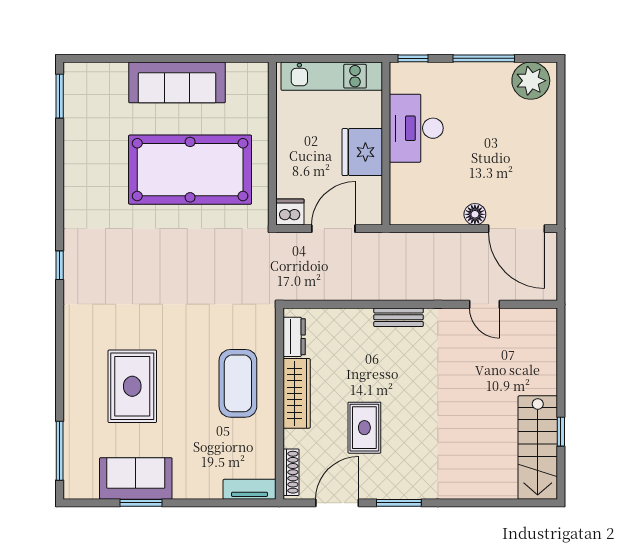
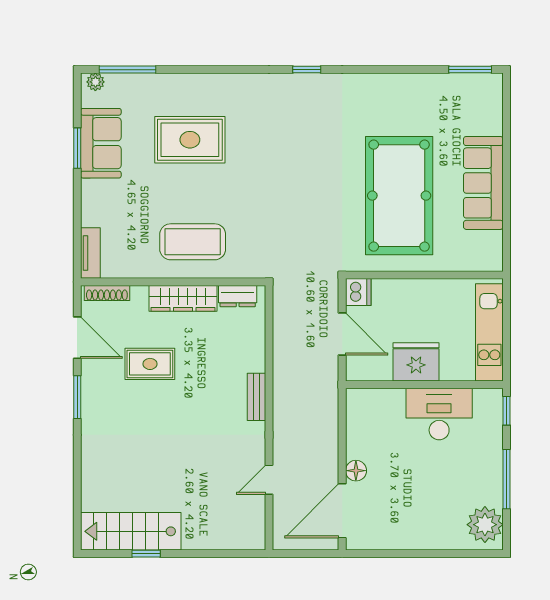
plant: (72, 484) -> (95, 82), added

